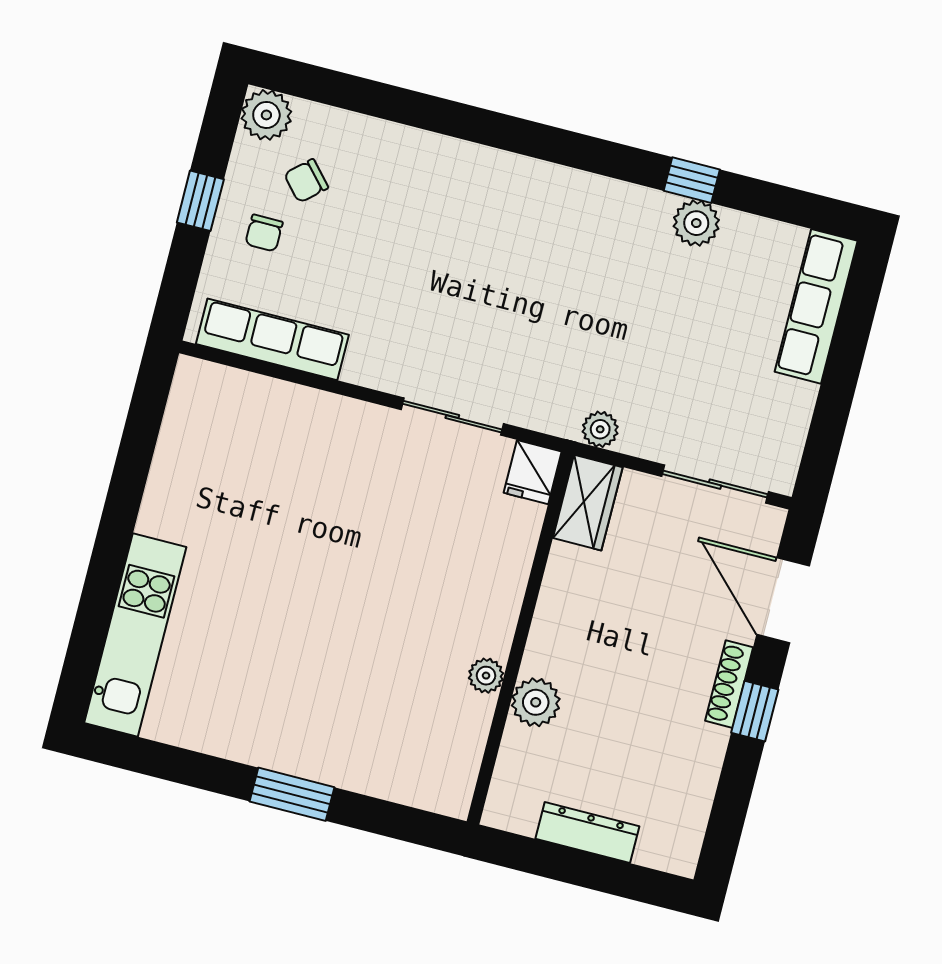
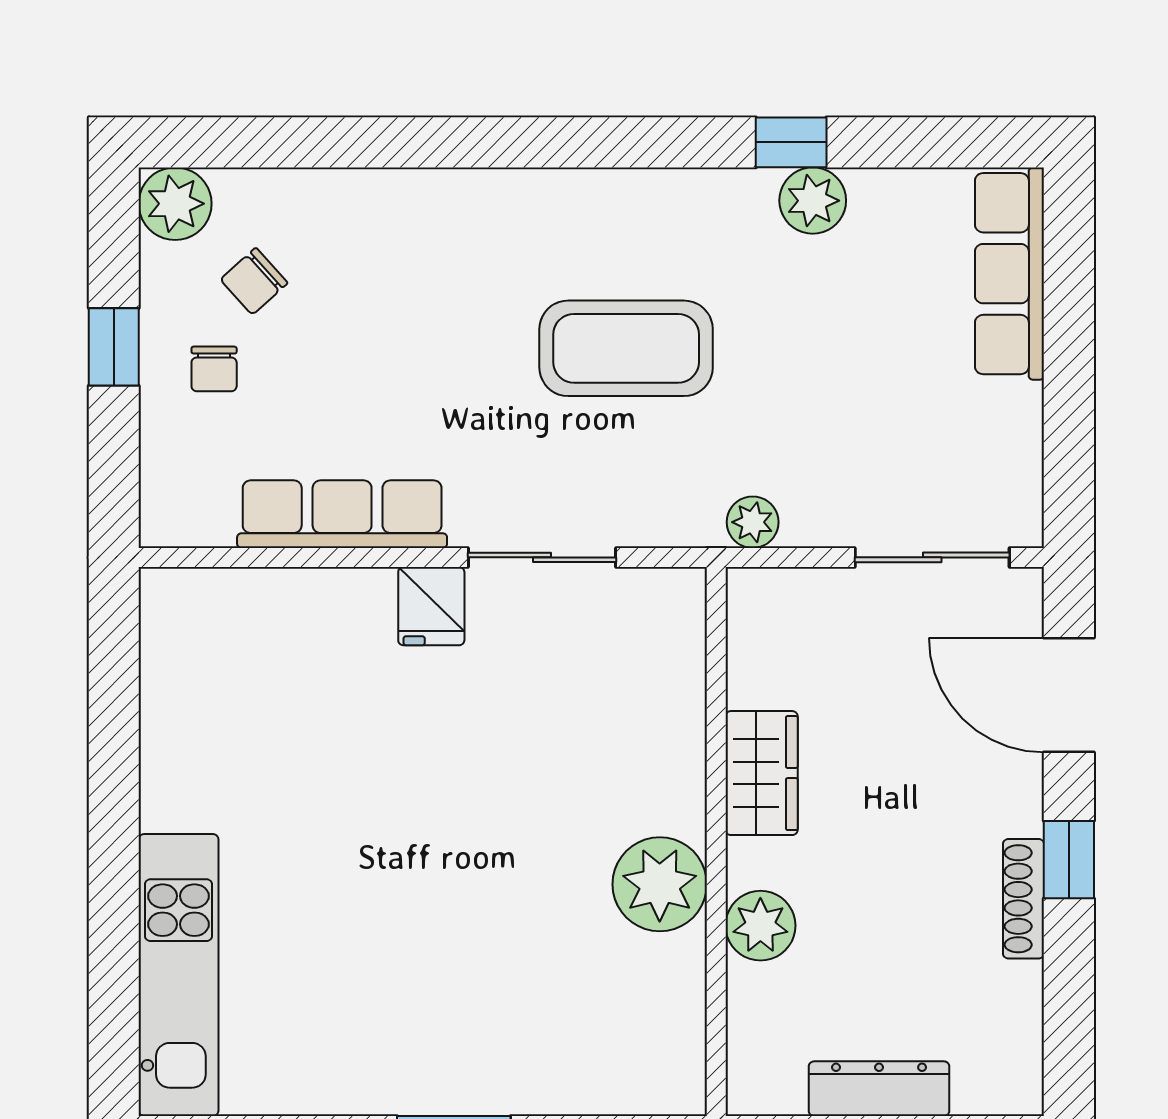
coffee table: (545, 290) -> (626, 348), added
row of seats: (272, 339) -> (342, 514), moved
fridge: (533, 472) -> (431, 606), moved
wardrobe: (588, 503) -> (762, 773), moved
plant: (486, 676) -> (660, 884), width x1.88, depth x1.88
shoe rack: (729, 684) -> (1023, 899), moved

